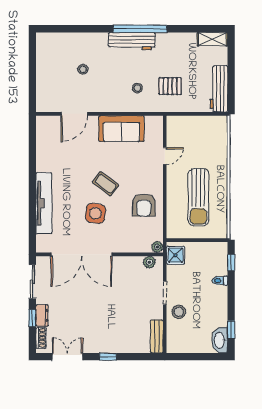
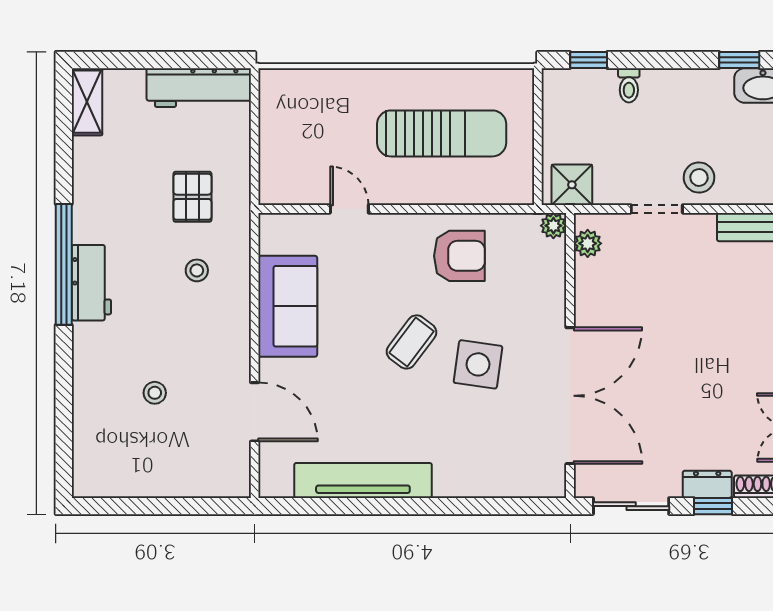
workbench: (132, 41) -> (91, 283), width x0.73
tv unit: (44, 203) -> (363, 480), moved

